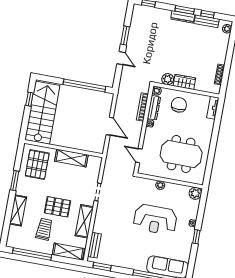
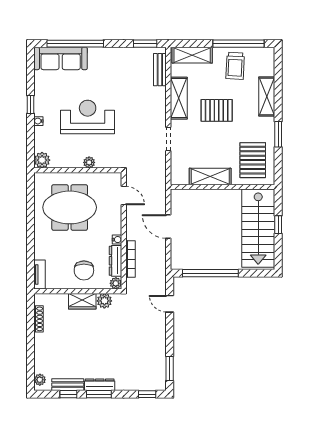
window: (125, 36) -> (170, 368), moved
door: (121, 58) -> (170, 304), moved
window: (29, 99) -> (278, 225), moved
trolley: (44, 229) -> (235, 66), moved

